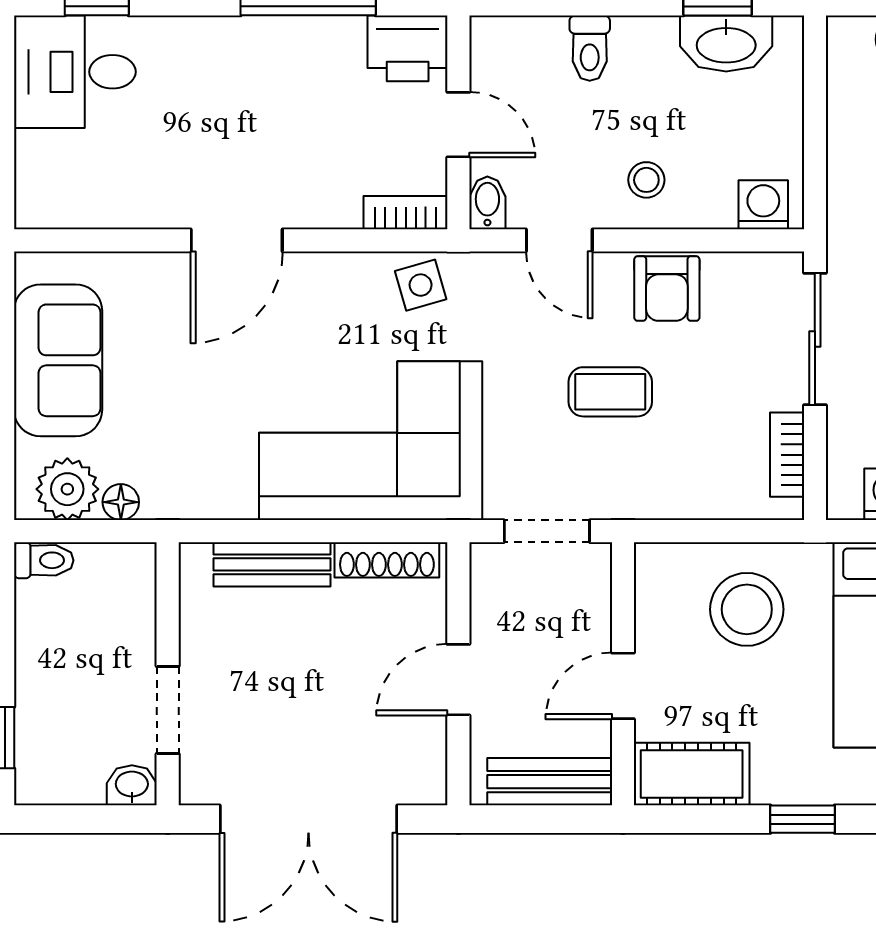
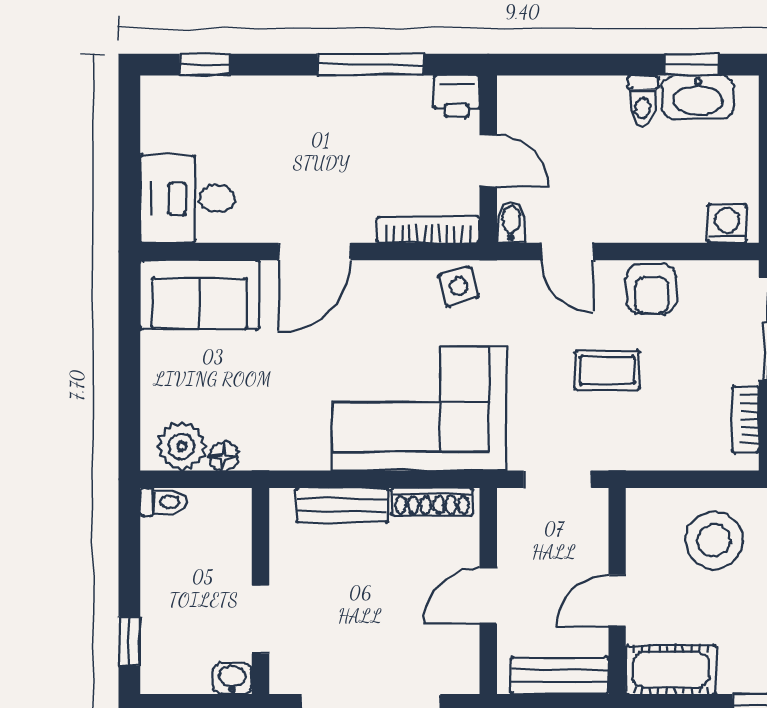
printer: (408, 48) -> (457, 96), width x0.73, depth x0.81
toilet: (590, 48) -> (643, 101), moved
desk: (75, 72) -> (188, 199), moved
stool: (646, 180) -> (635, 204), removed
bookcase: (406, 213) -> (428, 230), width x1.56
sofa: (58, 360) -> (200, 295), moved, turned 90

